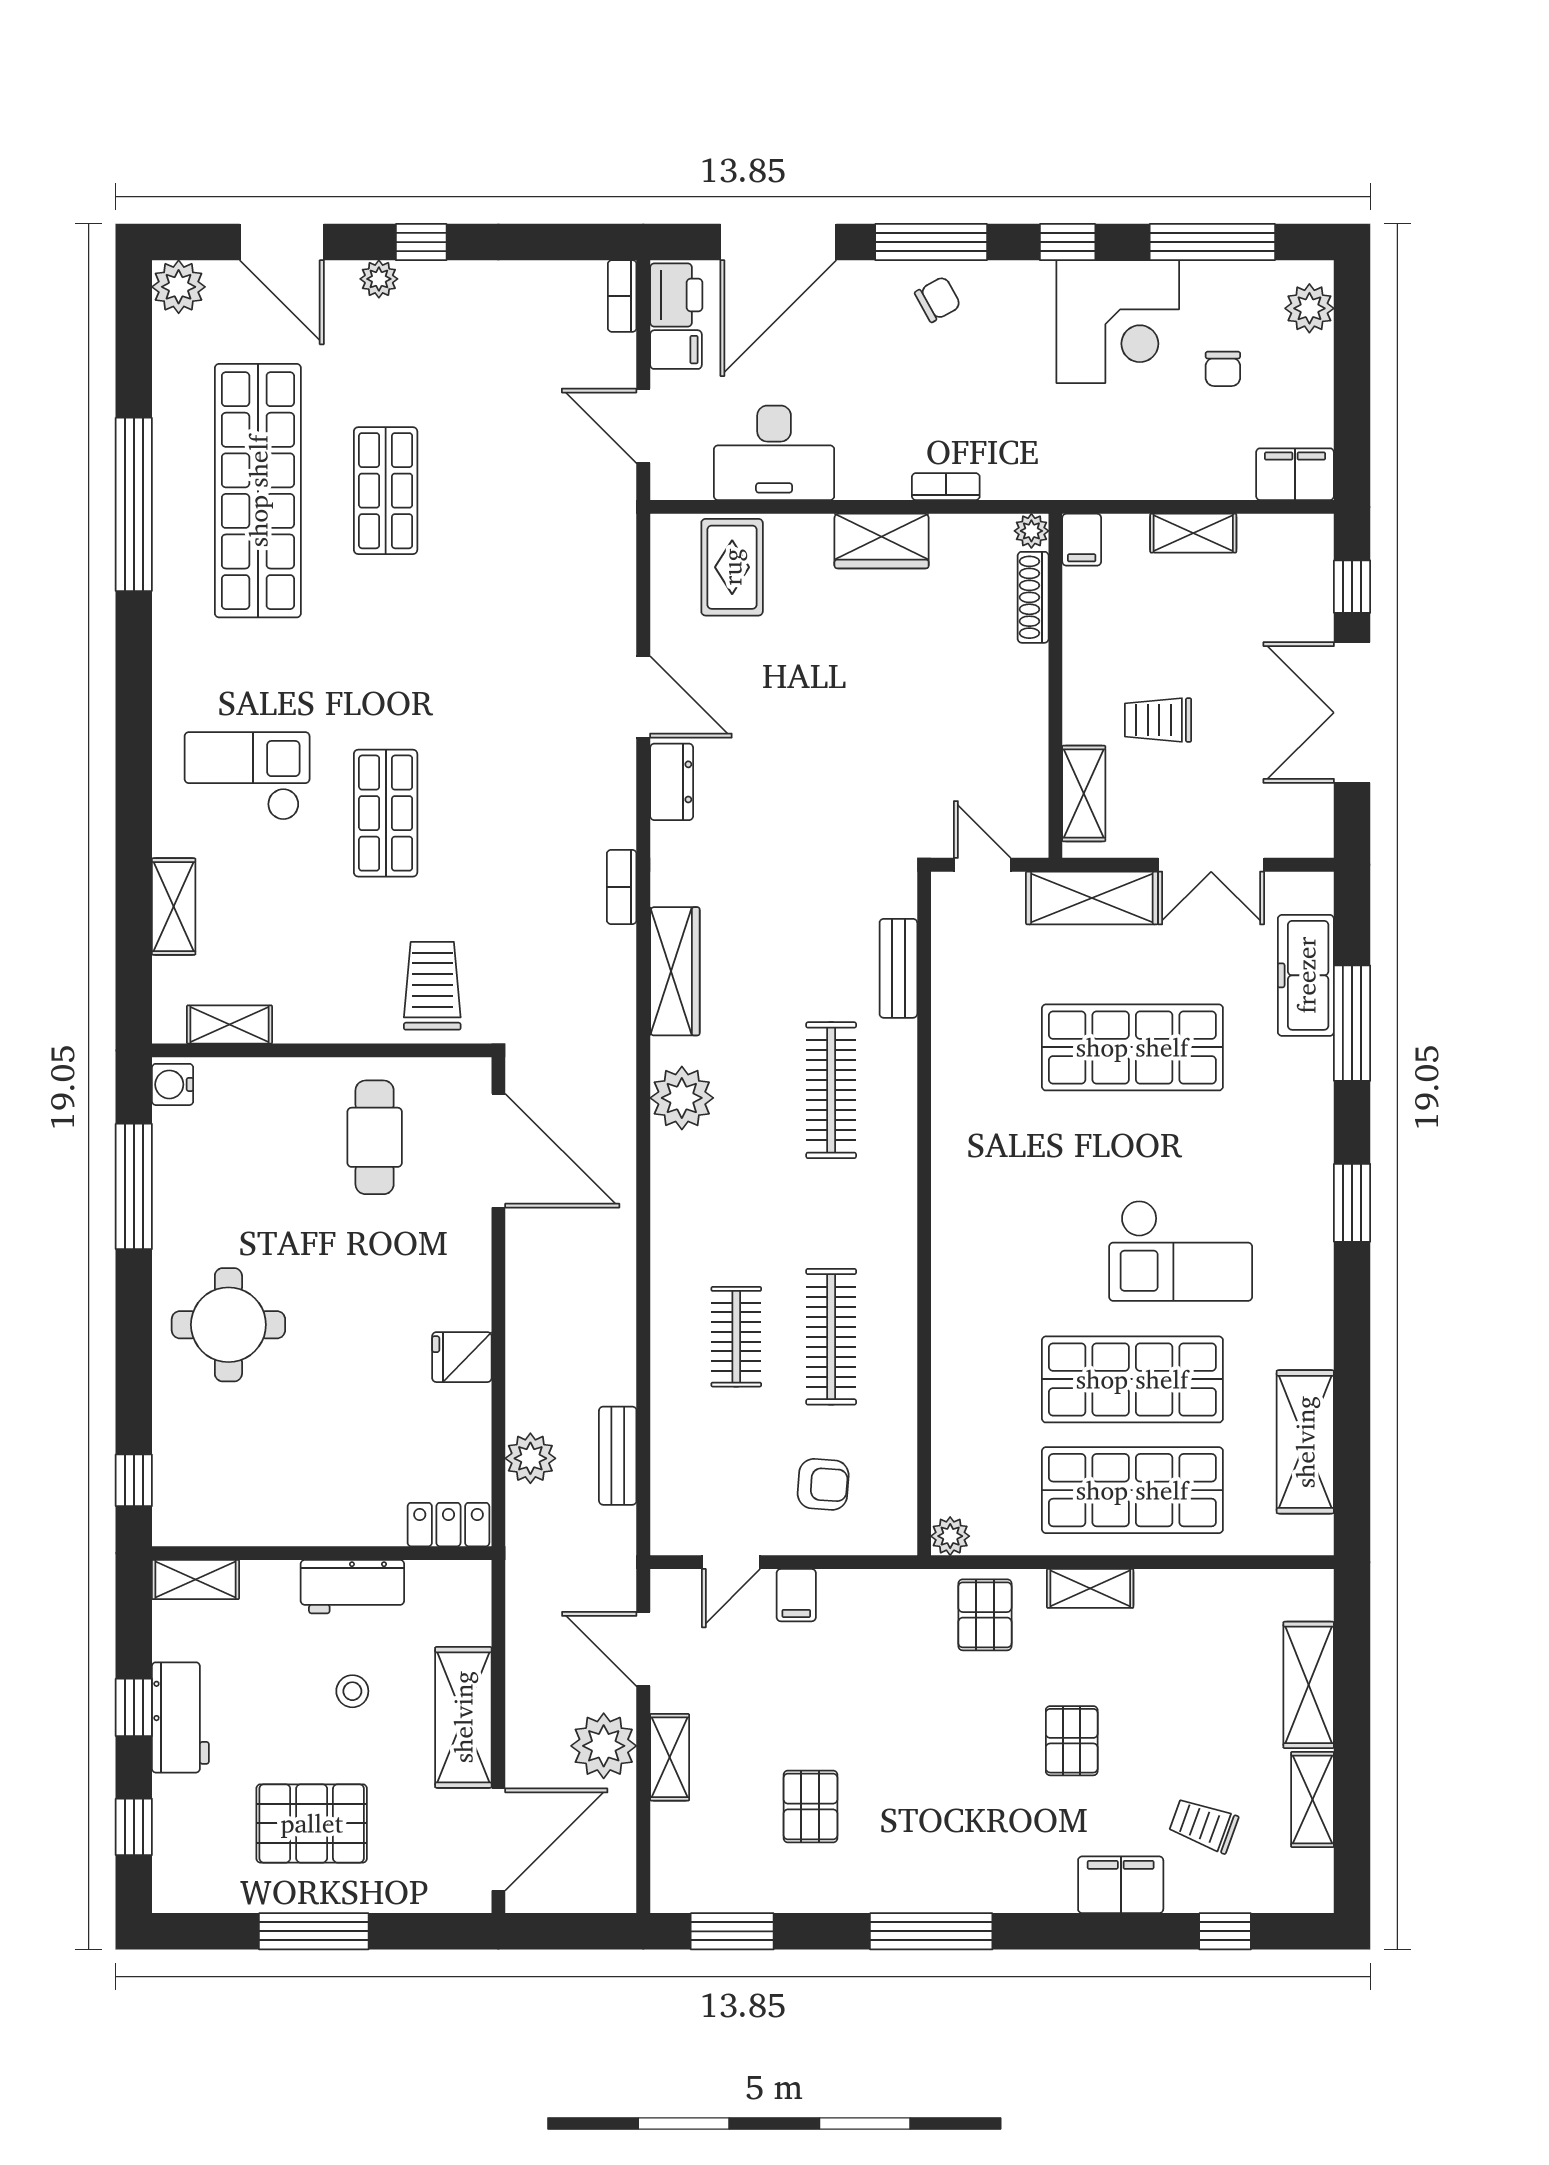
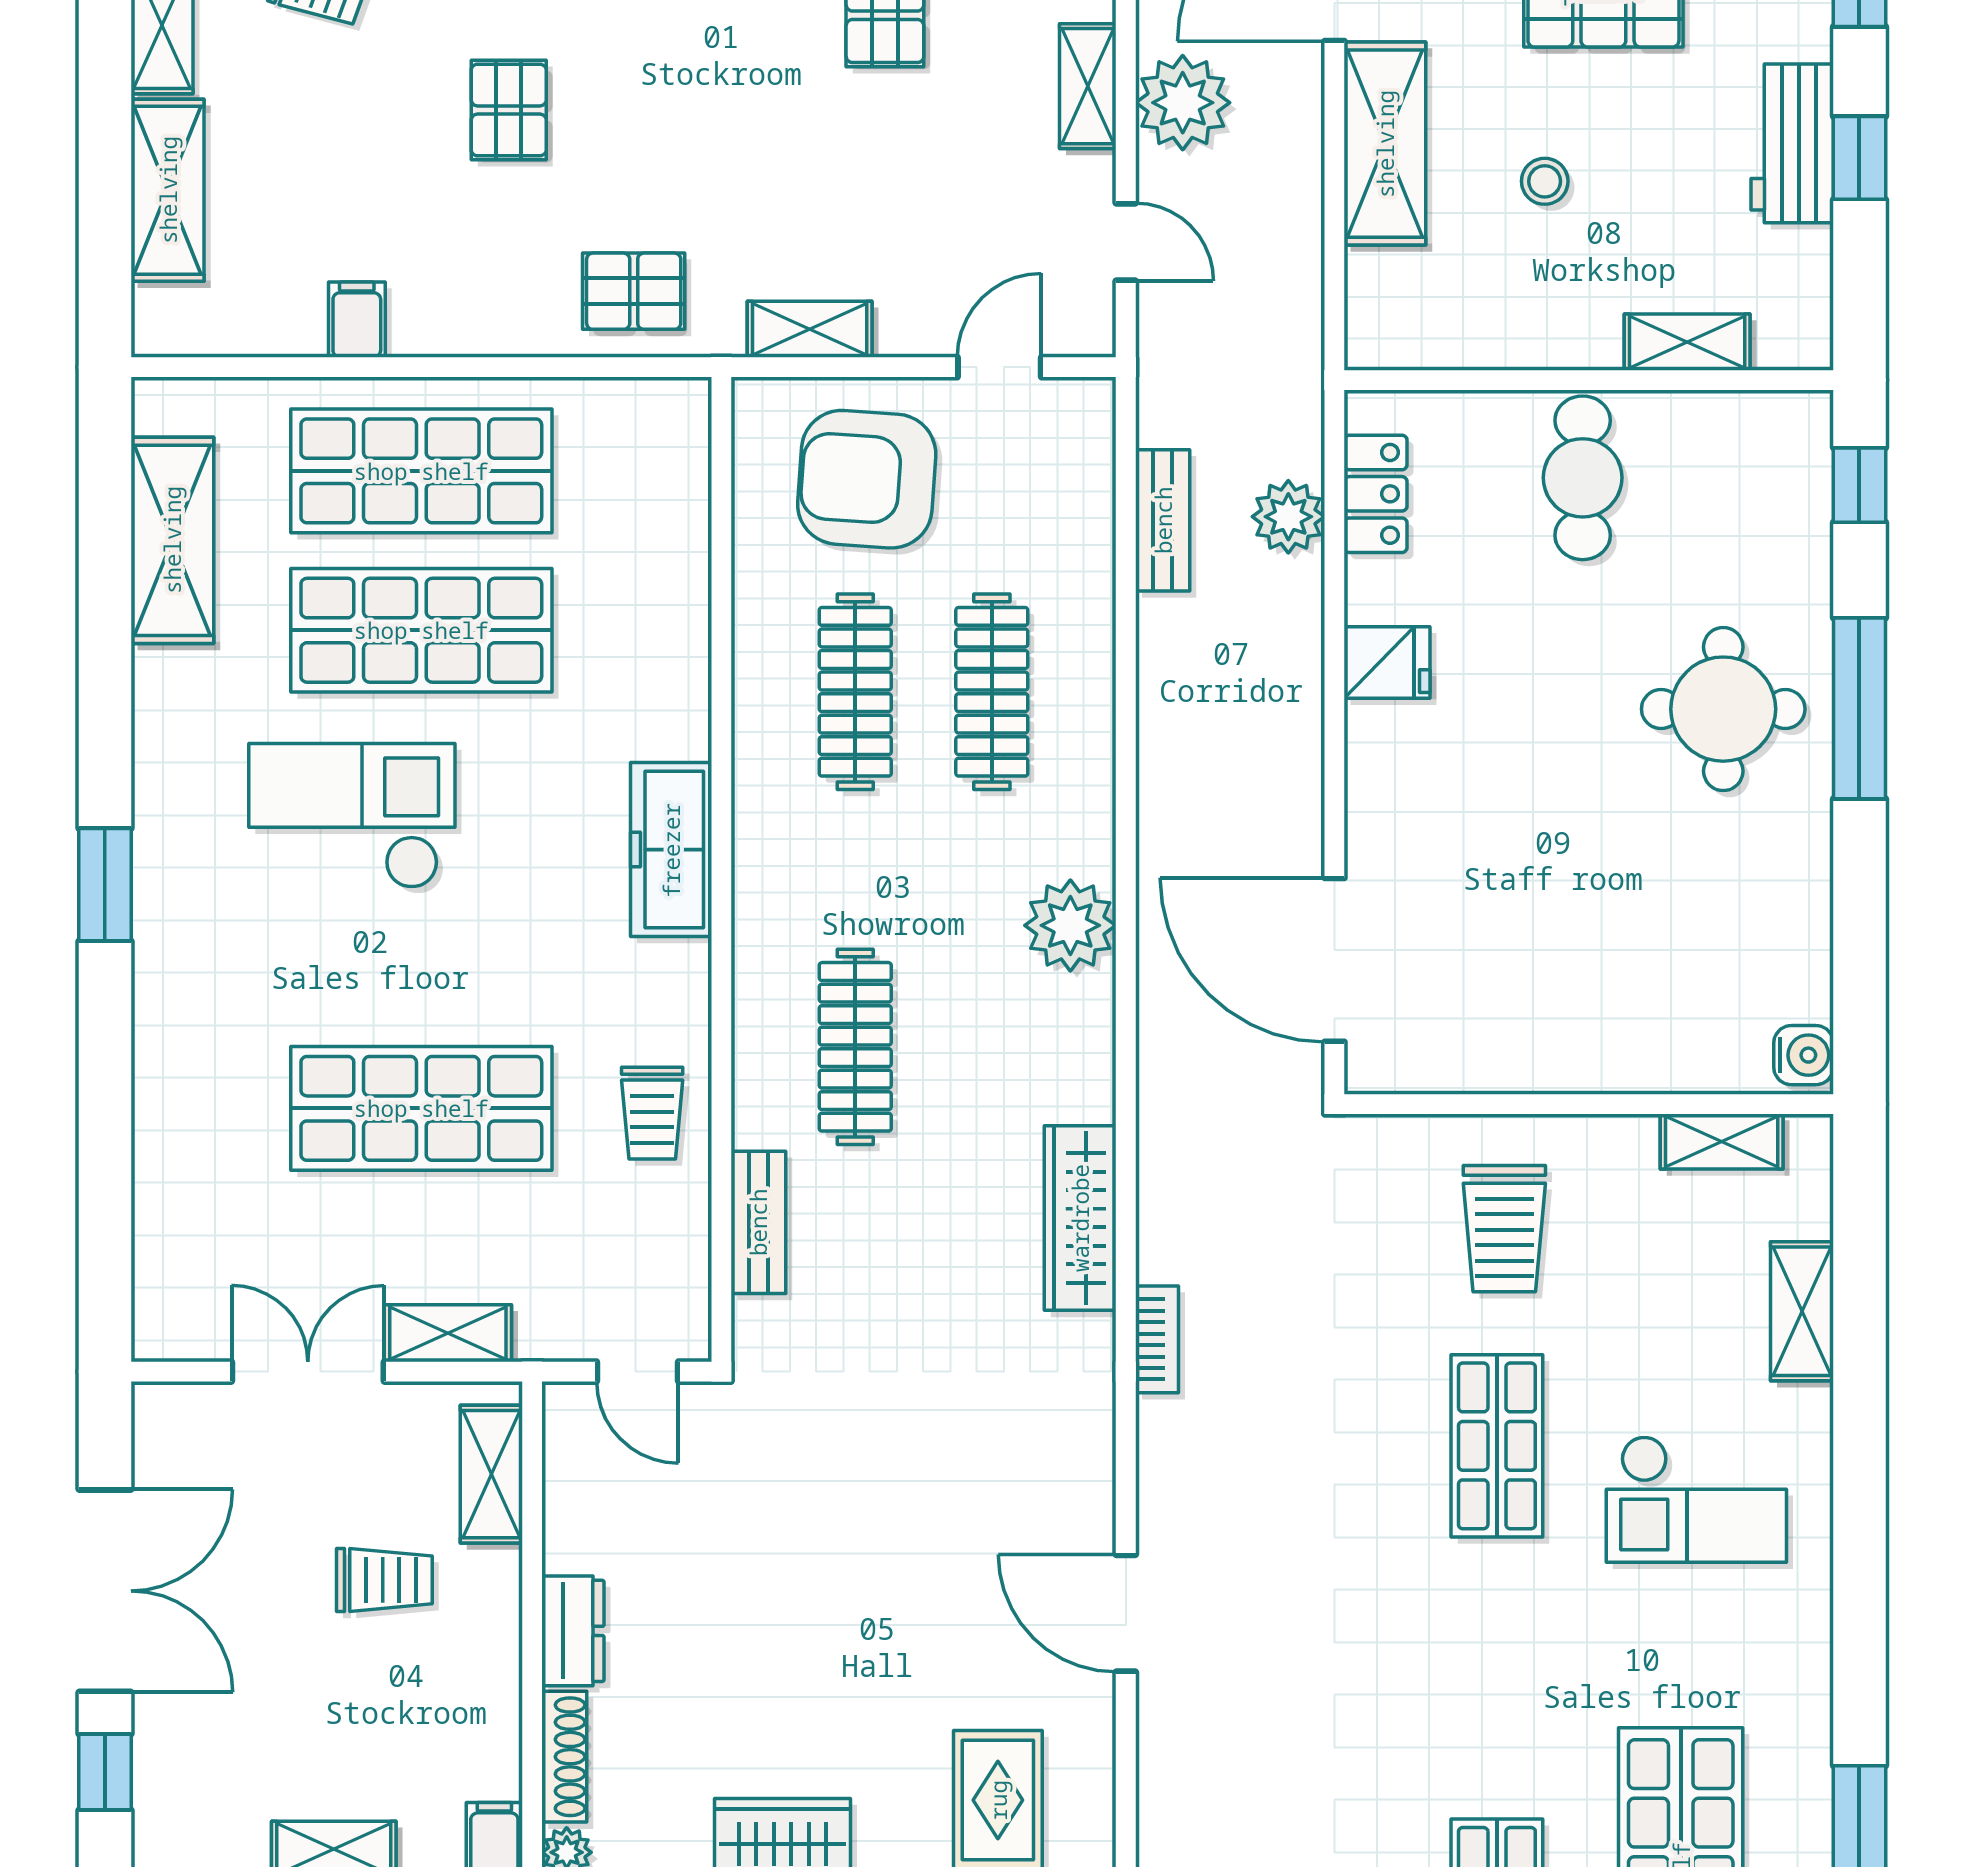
dresser: (672, 782) -> (573, 1631), moved, turned 180
shelving: (1092, 898) -> (448, 1333), width x0.67, depth x0.75
freezer: (1306, 975) -> (671, 850), moved, turned 180
trolley: (432, 986) -> (1504, 1229), moved
window: (1352, 1023) -> (105, 1143), removed
trolley: (972, 1044) -> (652, 1113), added
plant: (682, 1098) -> (1070, 925), moved
cafe table: (375, 1137) -> (1583, 478), moved
window: (134, 1186) -> (1859, 708), moved
clothes rail: (736, 1337) -> (992, 692), width x1.36
armchair: (823, 1484) -> (867, 479), width x1.88, depth x1.88
locker: (448, 1525) -> (1376, 494), moved, turned -90
plant: (950, 1536) -> (684, 405), removed
shelving: (195, 1580) -> (1687, 342), moved
workbench: (352, 1587) -> (1545, 332), removed
shelving: (1090, 1588) -> (810, 329), moved
filing cabinet: (796, 1595) -> (357, 320), moved
pallet: (985, 1615) -> (634, 291), turned 90
door: (643, 1649) -> (1126, 242), width x0.73

